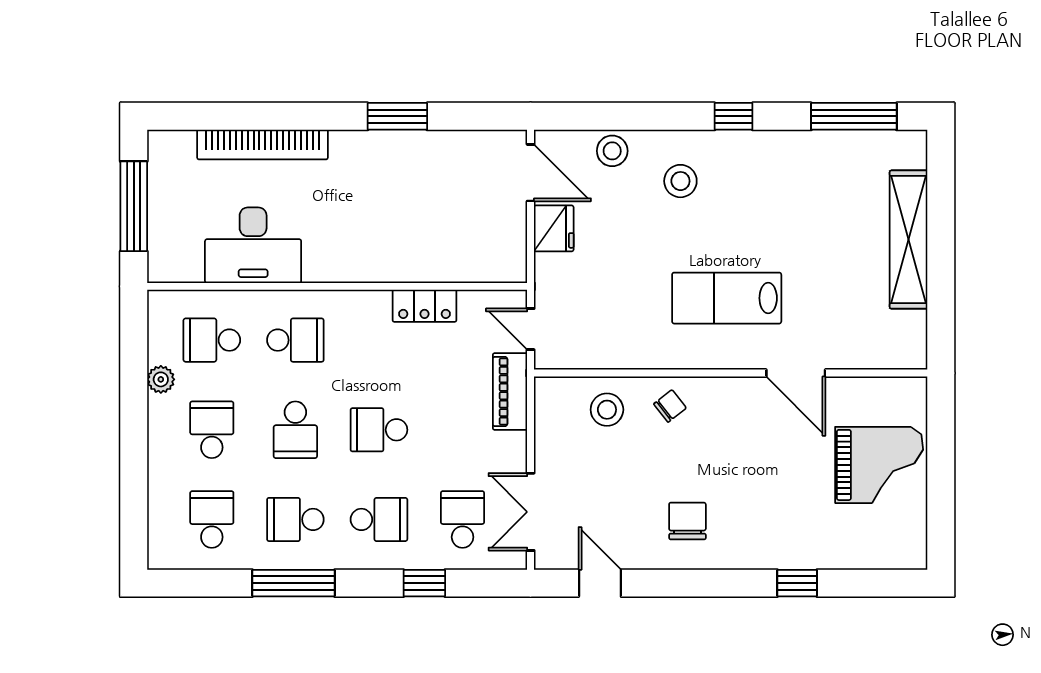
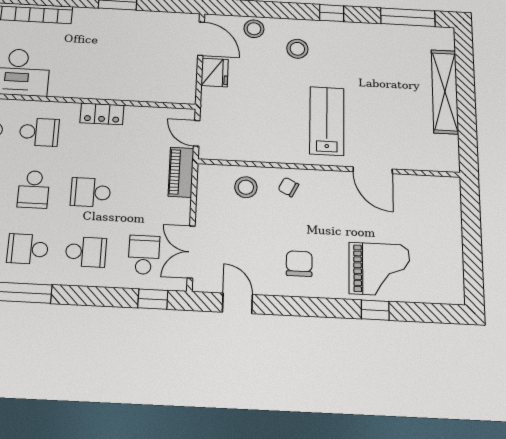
lab bench: (727, 298) -> (327, 121), turned 90
locker: (425, 306) -> (102, 114), moved
chair: (670, 406) -> (288, 187), turned -115
grand piano: (879, 465) -> (379, 269), moved
window: (424, 583) -> (153, 299), moved

